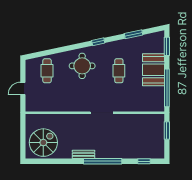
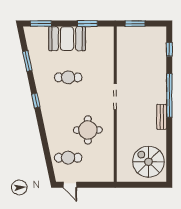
round table: (82, 66) -> (88, 130), moved
door: (23, 88) -> (70, 185), moved
window: (167, 88) -> (87, 24), width x0.47

